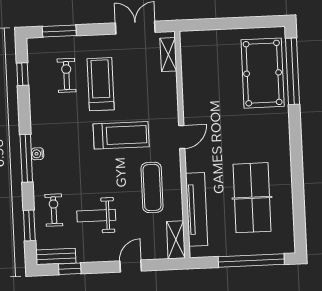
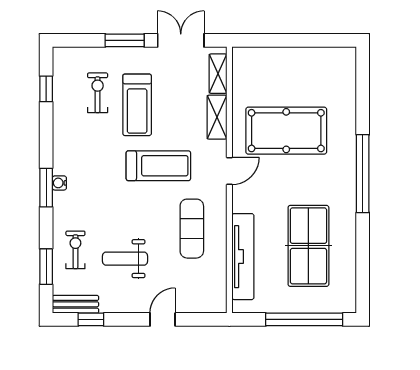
window: (59, 31) -> (125, 40), moved
window: (293, 71) -> (363, 174), moved
pool table: (263, 73) -> (286, 131), moved, turned 90
treadmill: (101, 84) -> (137, 105), turned 180
window: (26, 158) -> (46, 188), width x0.69
shelving: (176, 240) -> (217, 117), moved

